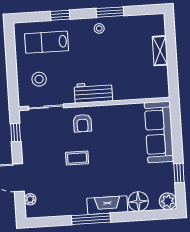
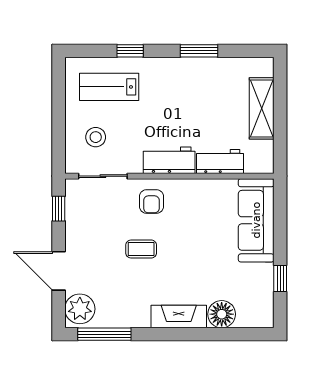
stool: (99, 28) -> (183, 72), removed
shelving: (160, 51) -> (262, 108), width x1.50, depth x1.33
workbench: (130, 91) -> (220, 161), added
plant: (30, 199) -> (80, 309), width x1.88, depth x1.88
plant: (168, 201) -> (262, 316), removed
window: (91, 219) -> (104, 334), moved

